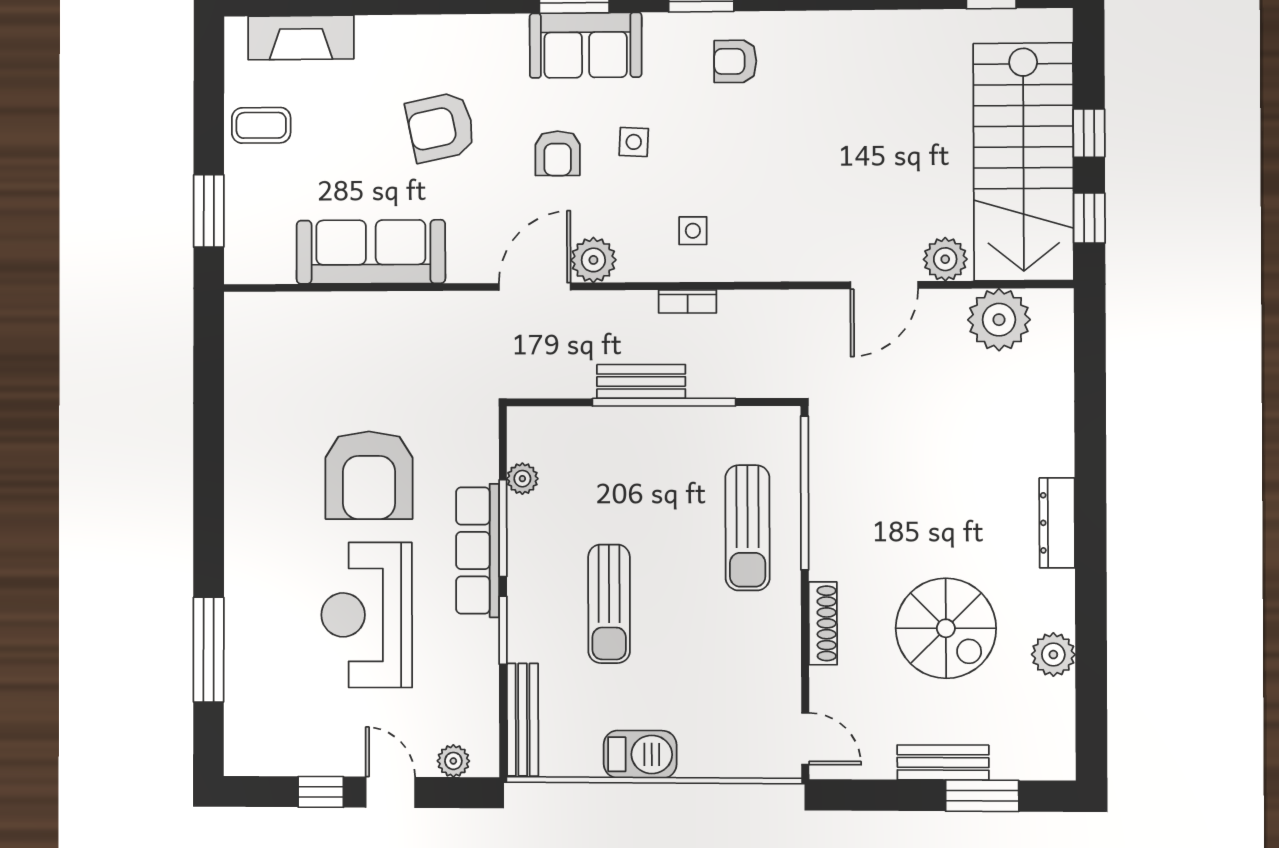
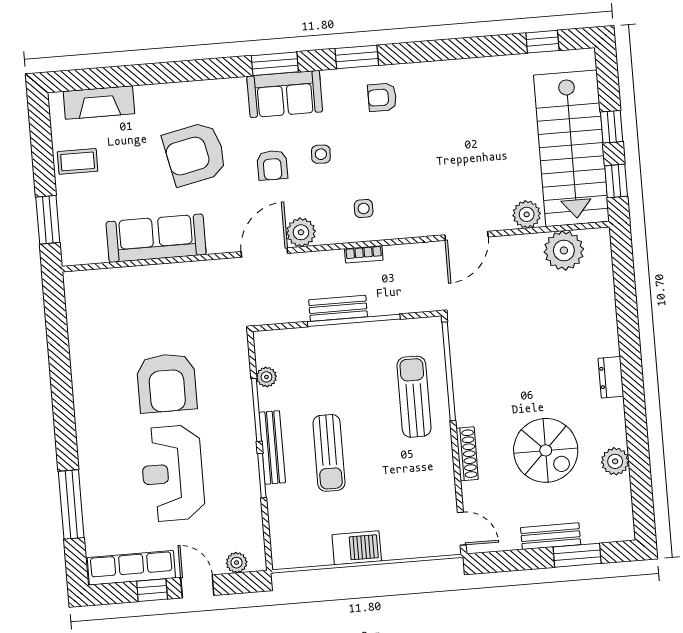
armchair: (441, 127) -> (195, 154), width x1.36, depth x1.36
door: (884, 285) -> (466, 236), moved
dresser: (1057, 523) -> (611, 377), width x0.70
sun lounger: (748, 528) -> (414, 397), turned 180
row of seats: (478, 551) -> (131, 568), moved, turned 90
bench: (523, 720) -> (272, 447), moved

